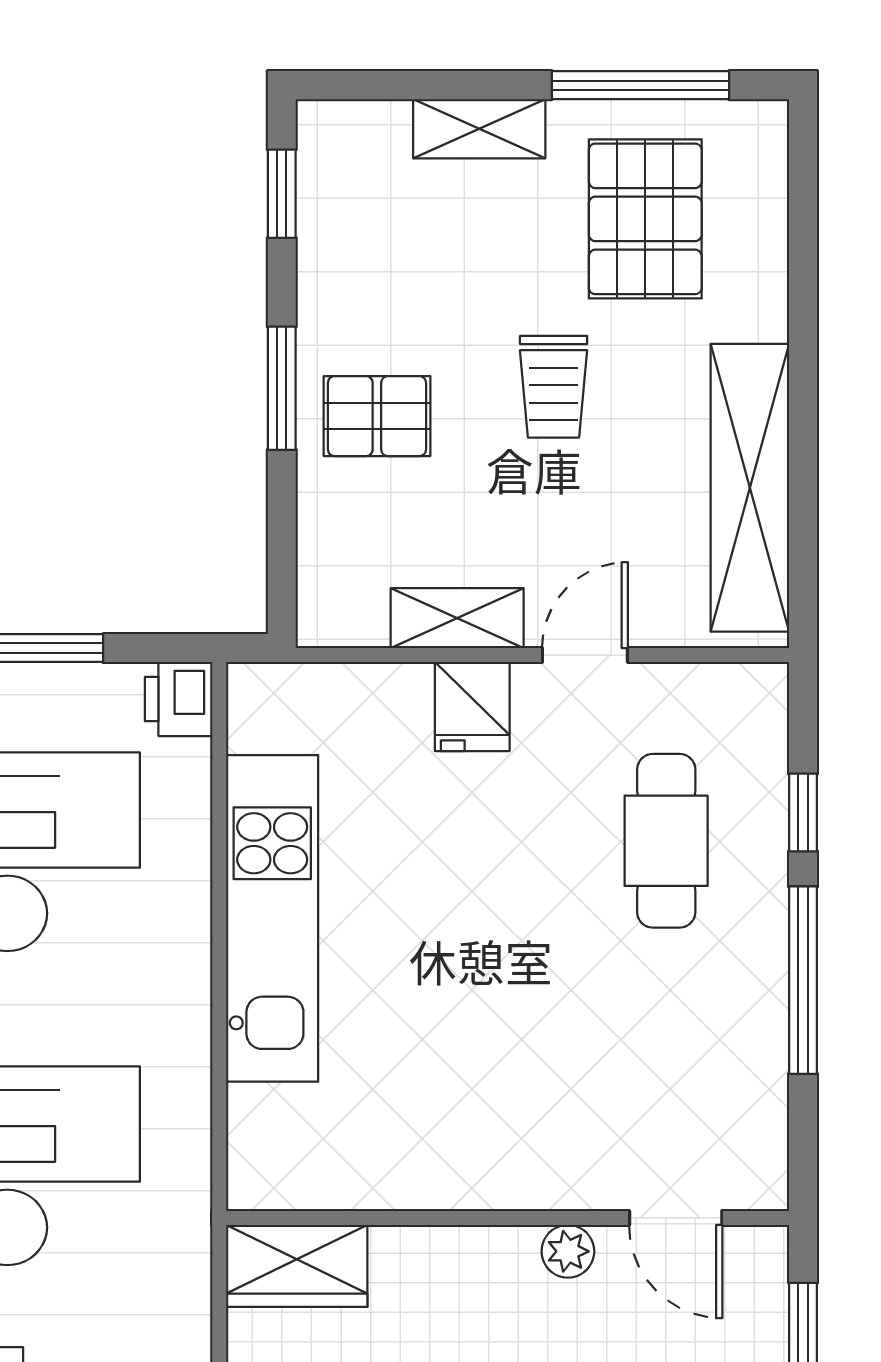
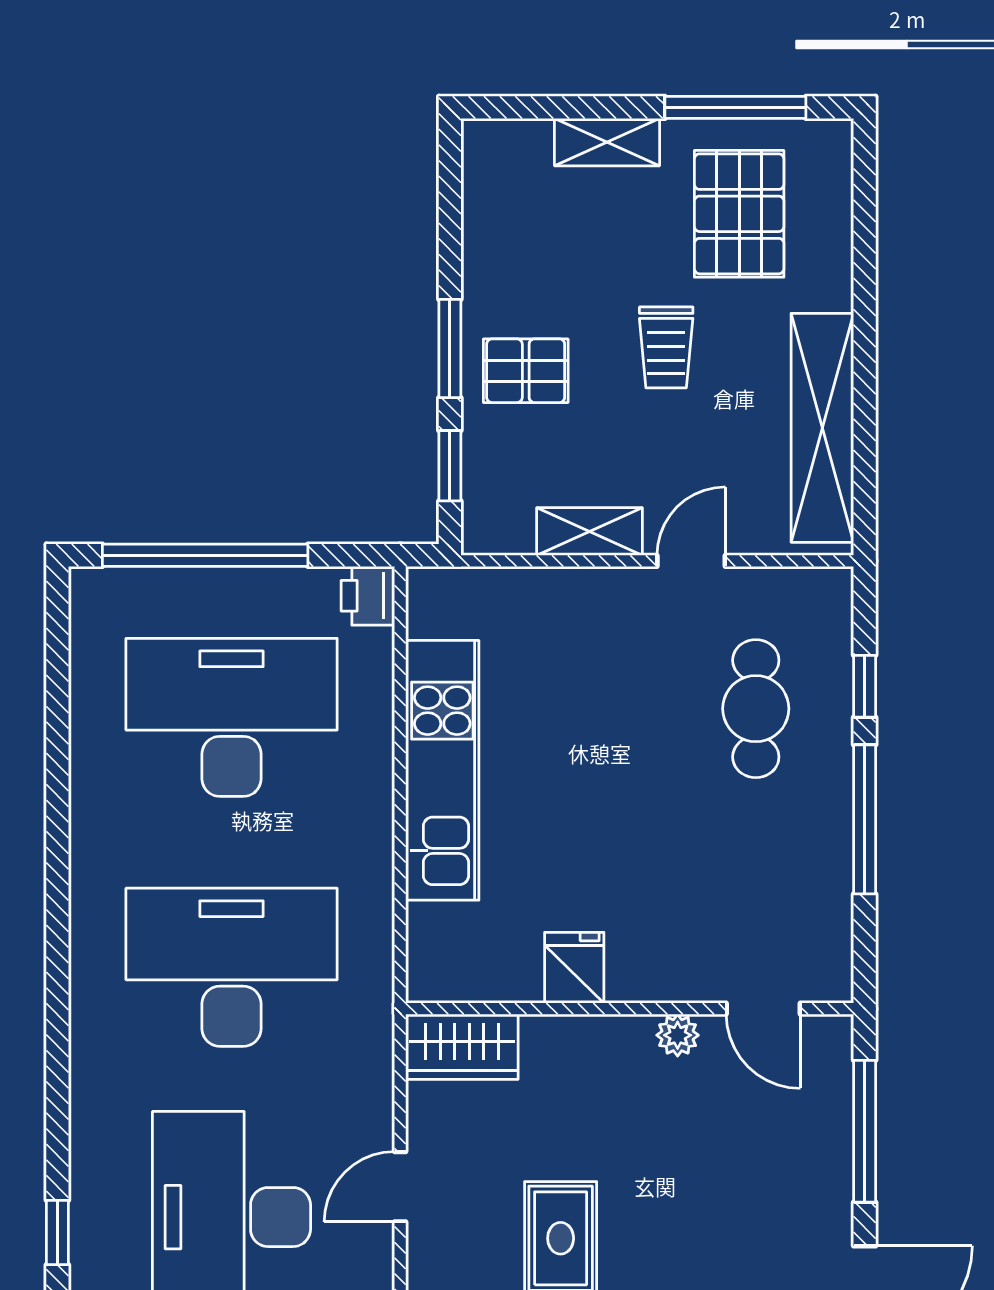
window: (282, 194) -> (450, 466), moved
fridge: (472, 707) -> (574, 968), moved, turned 180

